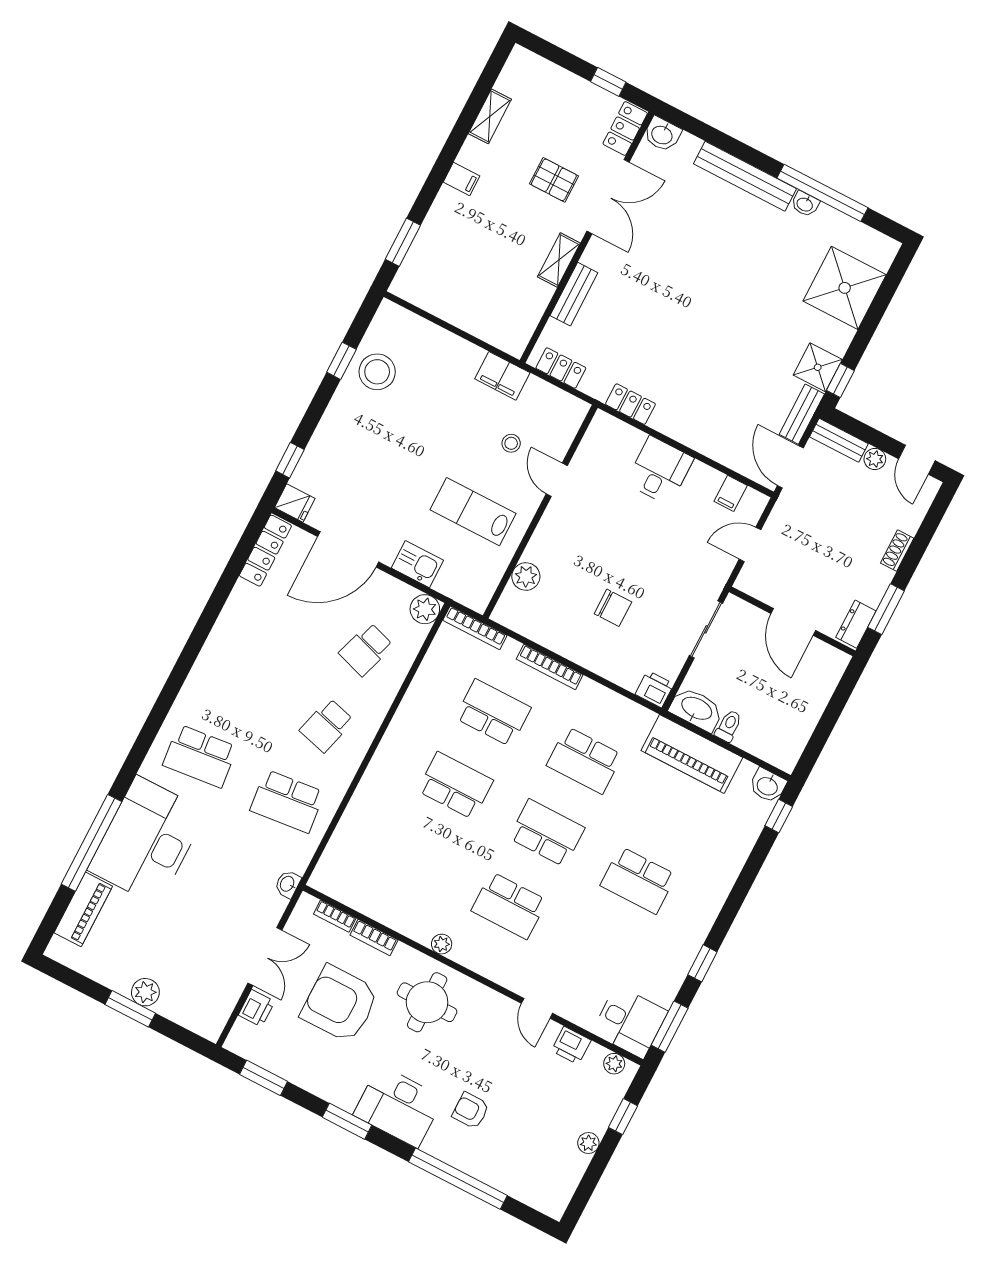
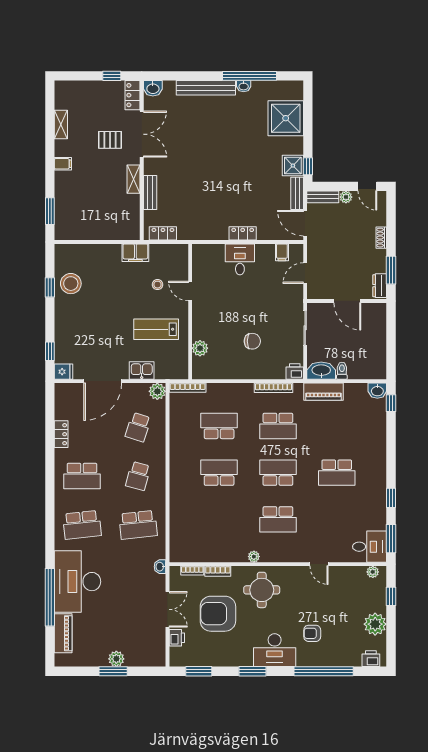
locker: (630, 404) -> (243, 233), moved
locker: (265, 551) -> (61, 434), moved, width x0.66
bookcase: (550, 667) -> (273, 388), moved
school desk: (239, 680) -> (82, 476), added
piano: (692, 754) -> (324, 392), width x0.73, depth x0.75
printer: (571, 1045) -> (371, 659), moved, turned 180
plant: (588, 1143) -> (375, 624), width x1.87, depth x1.87

